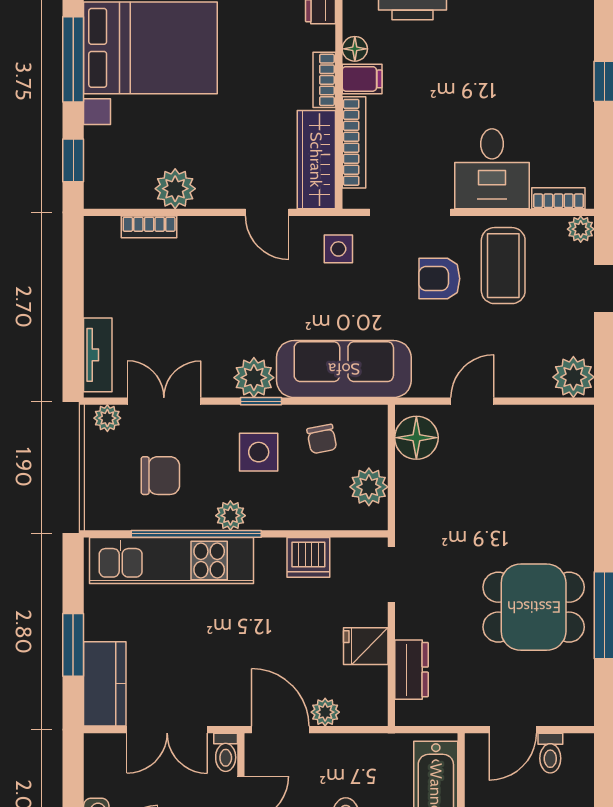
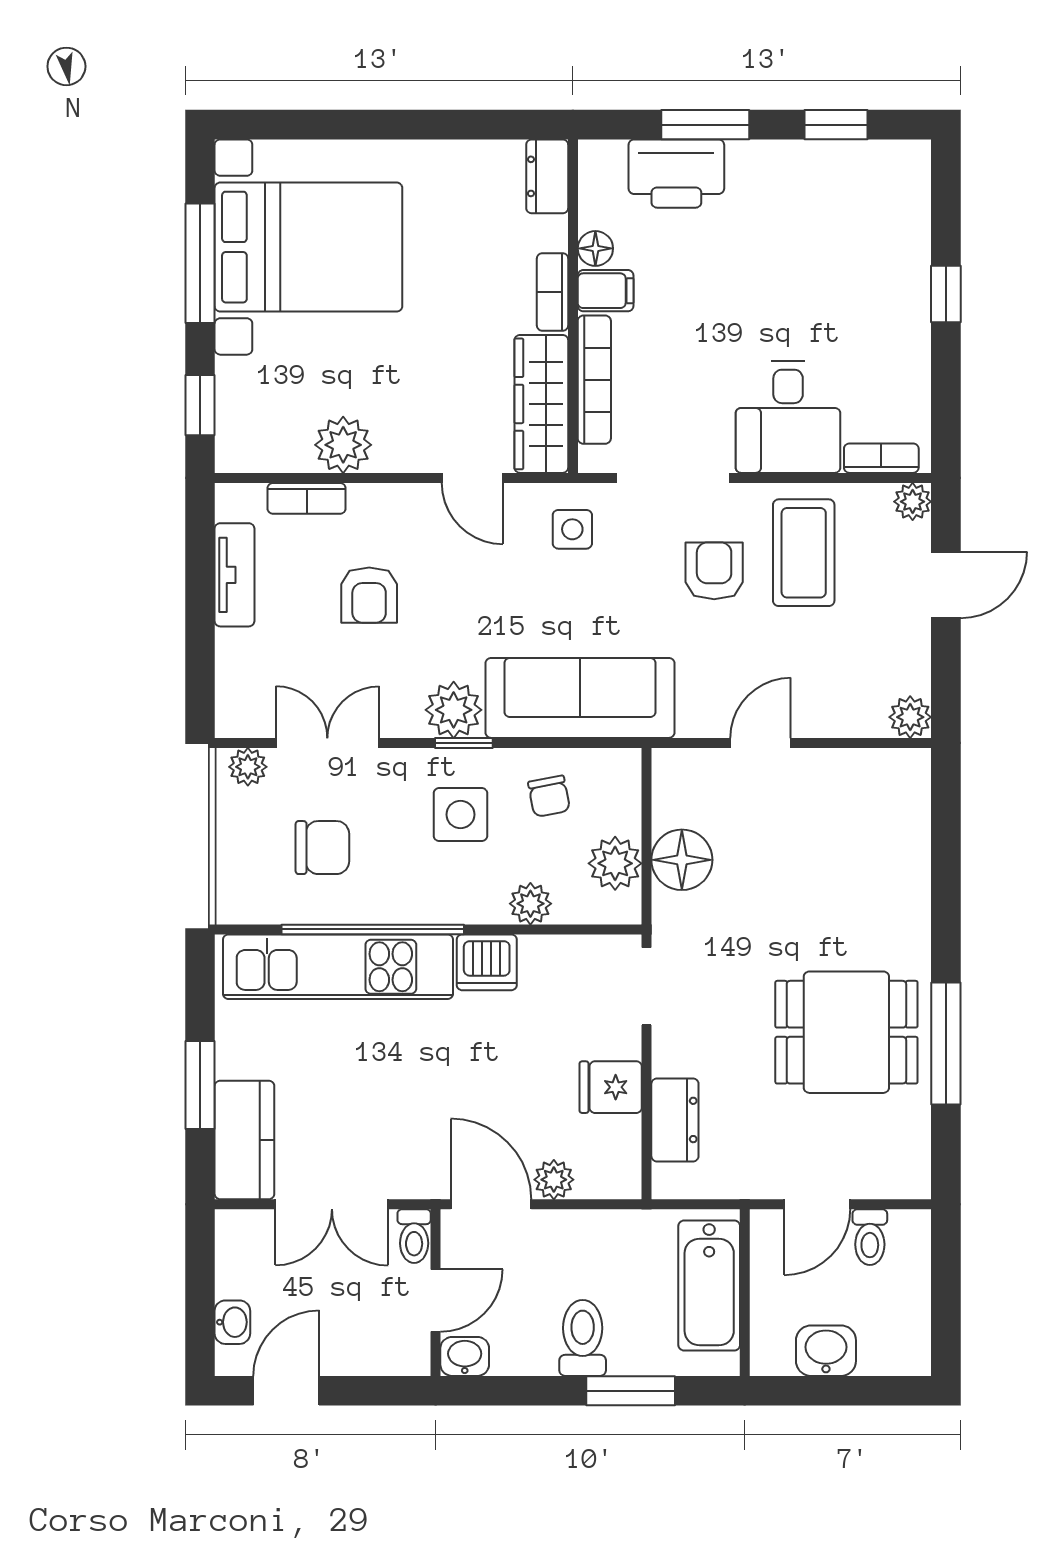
armchair: (439, 279) -> (714, 571), turned 90
armchair: (194, 296) -> (369, 595), added
tv unit: (98, 355) -> (234, 575), moved
plant: (573, 377) -> (910, 717), width x0.73, depth x0.73
floor lamp: (416, 438) -> (682, 860), moved
plant: (230, 516) -> (530, 904), moved
dishwasher: (308, 557) -> (487, 962), moved

